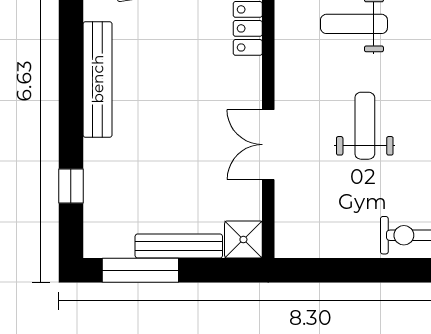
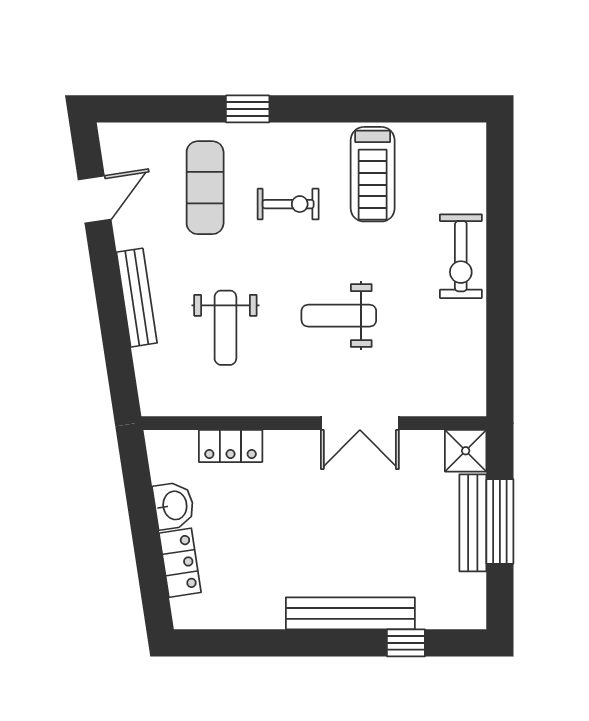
bench: (98, 79) -> (350, 613), moved
window: (140, 270) -> (500, 521), moved

